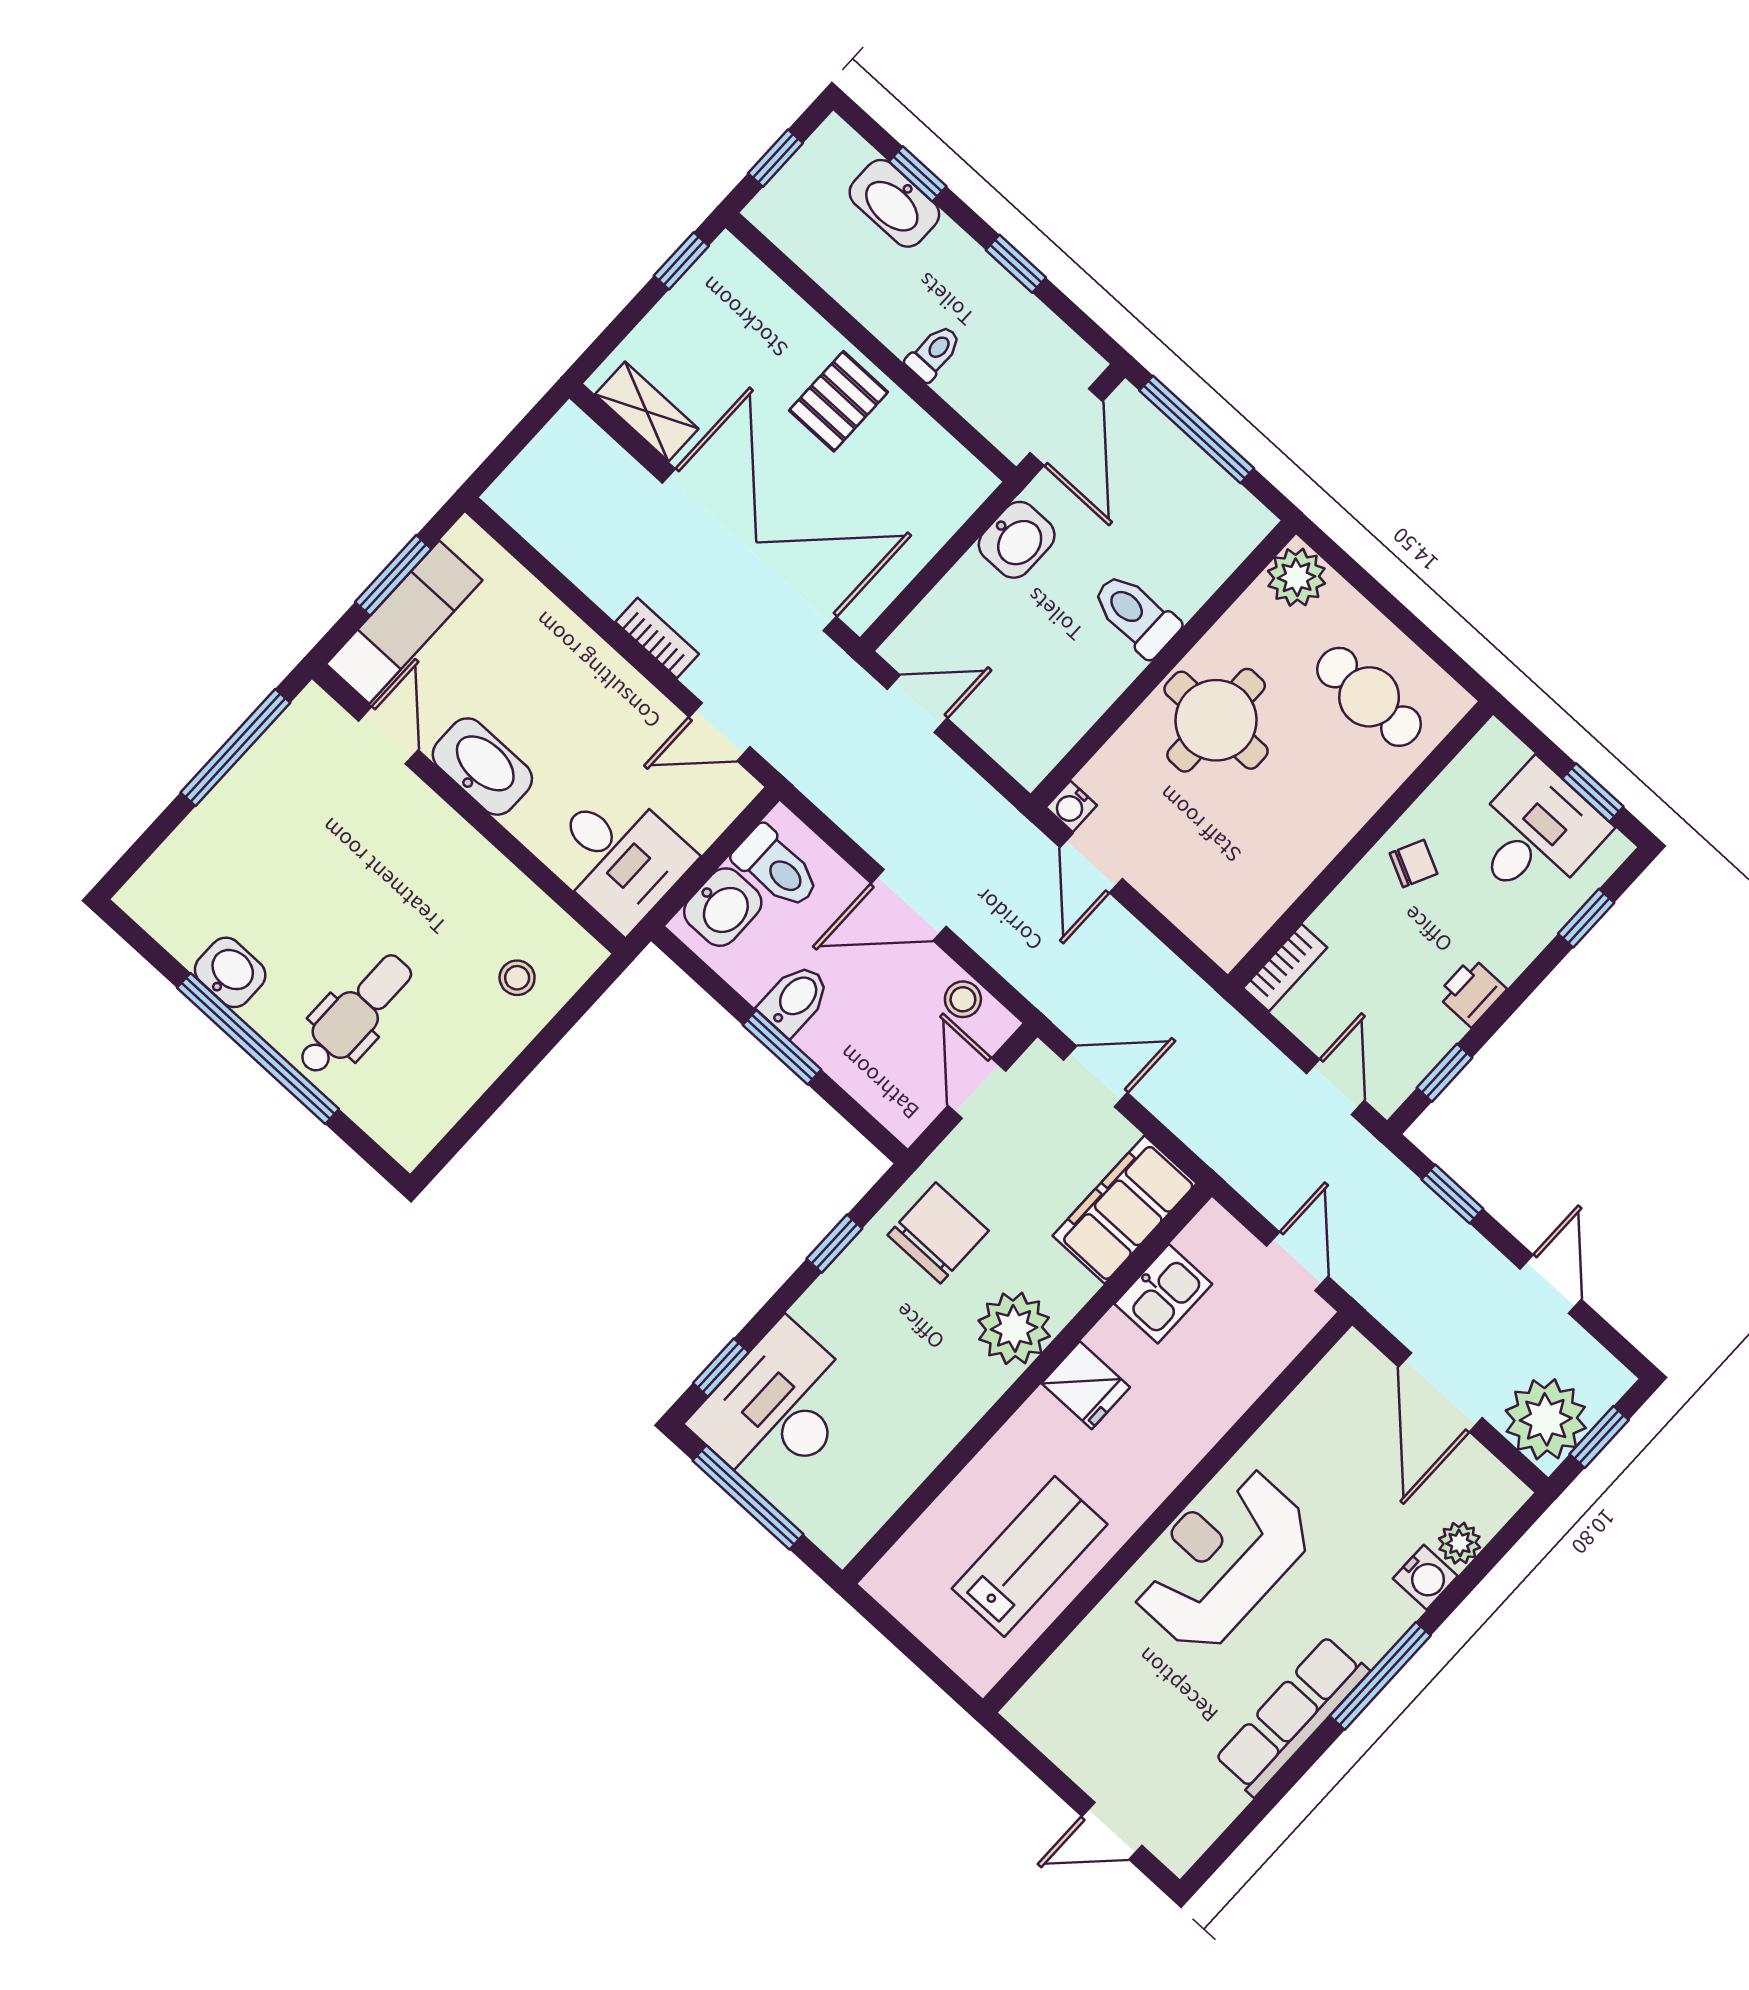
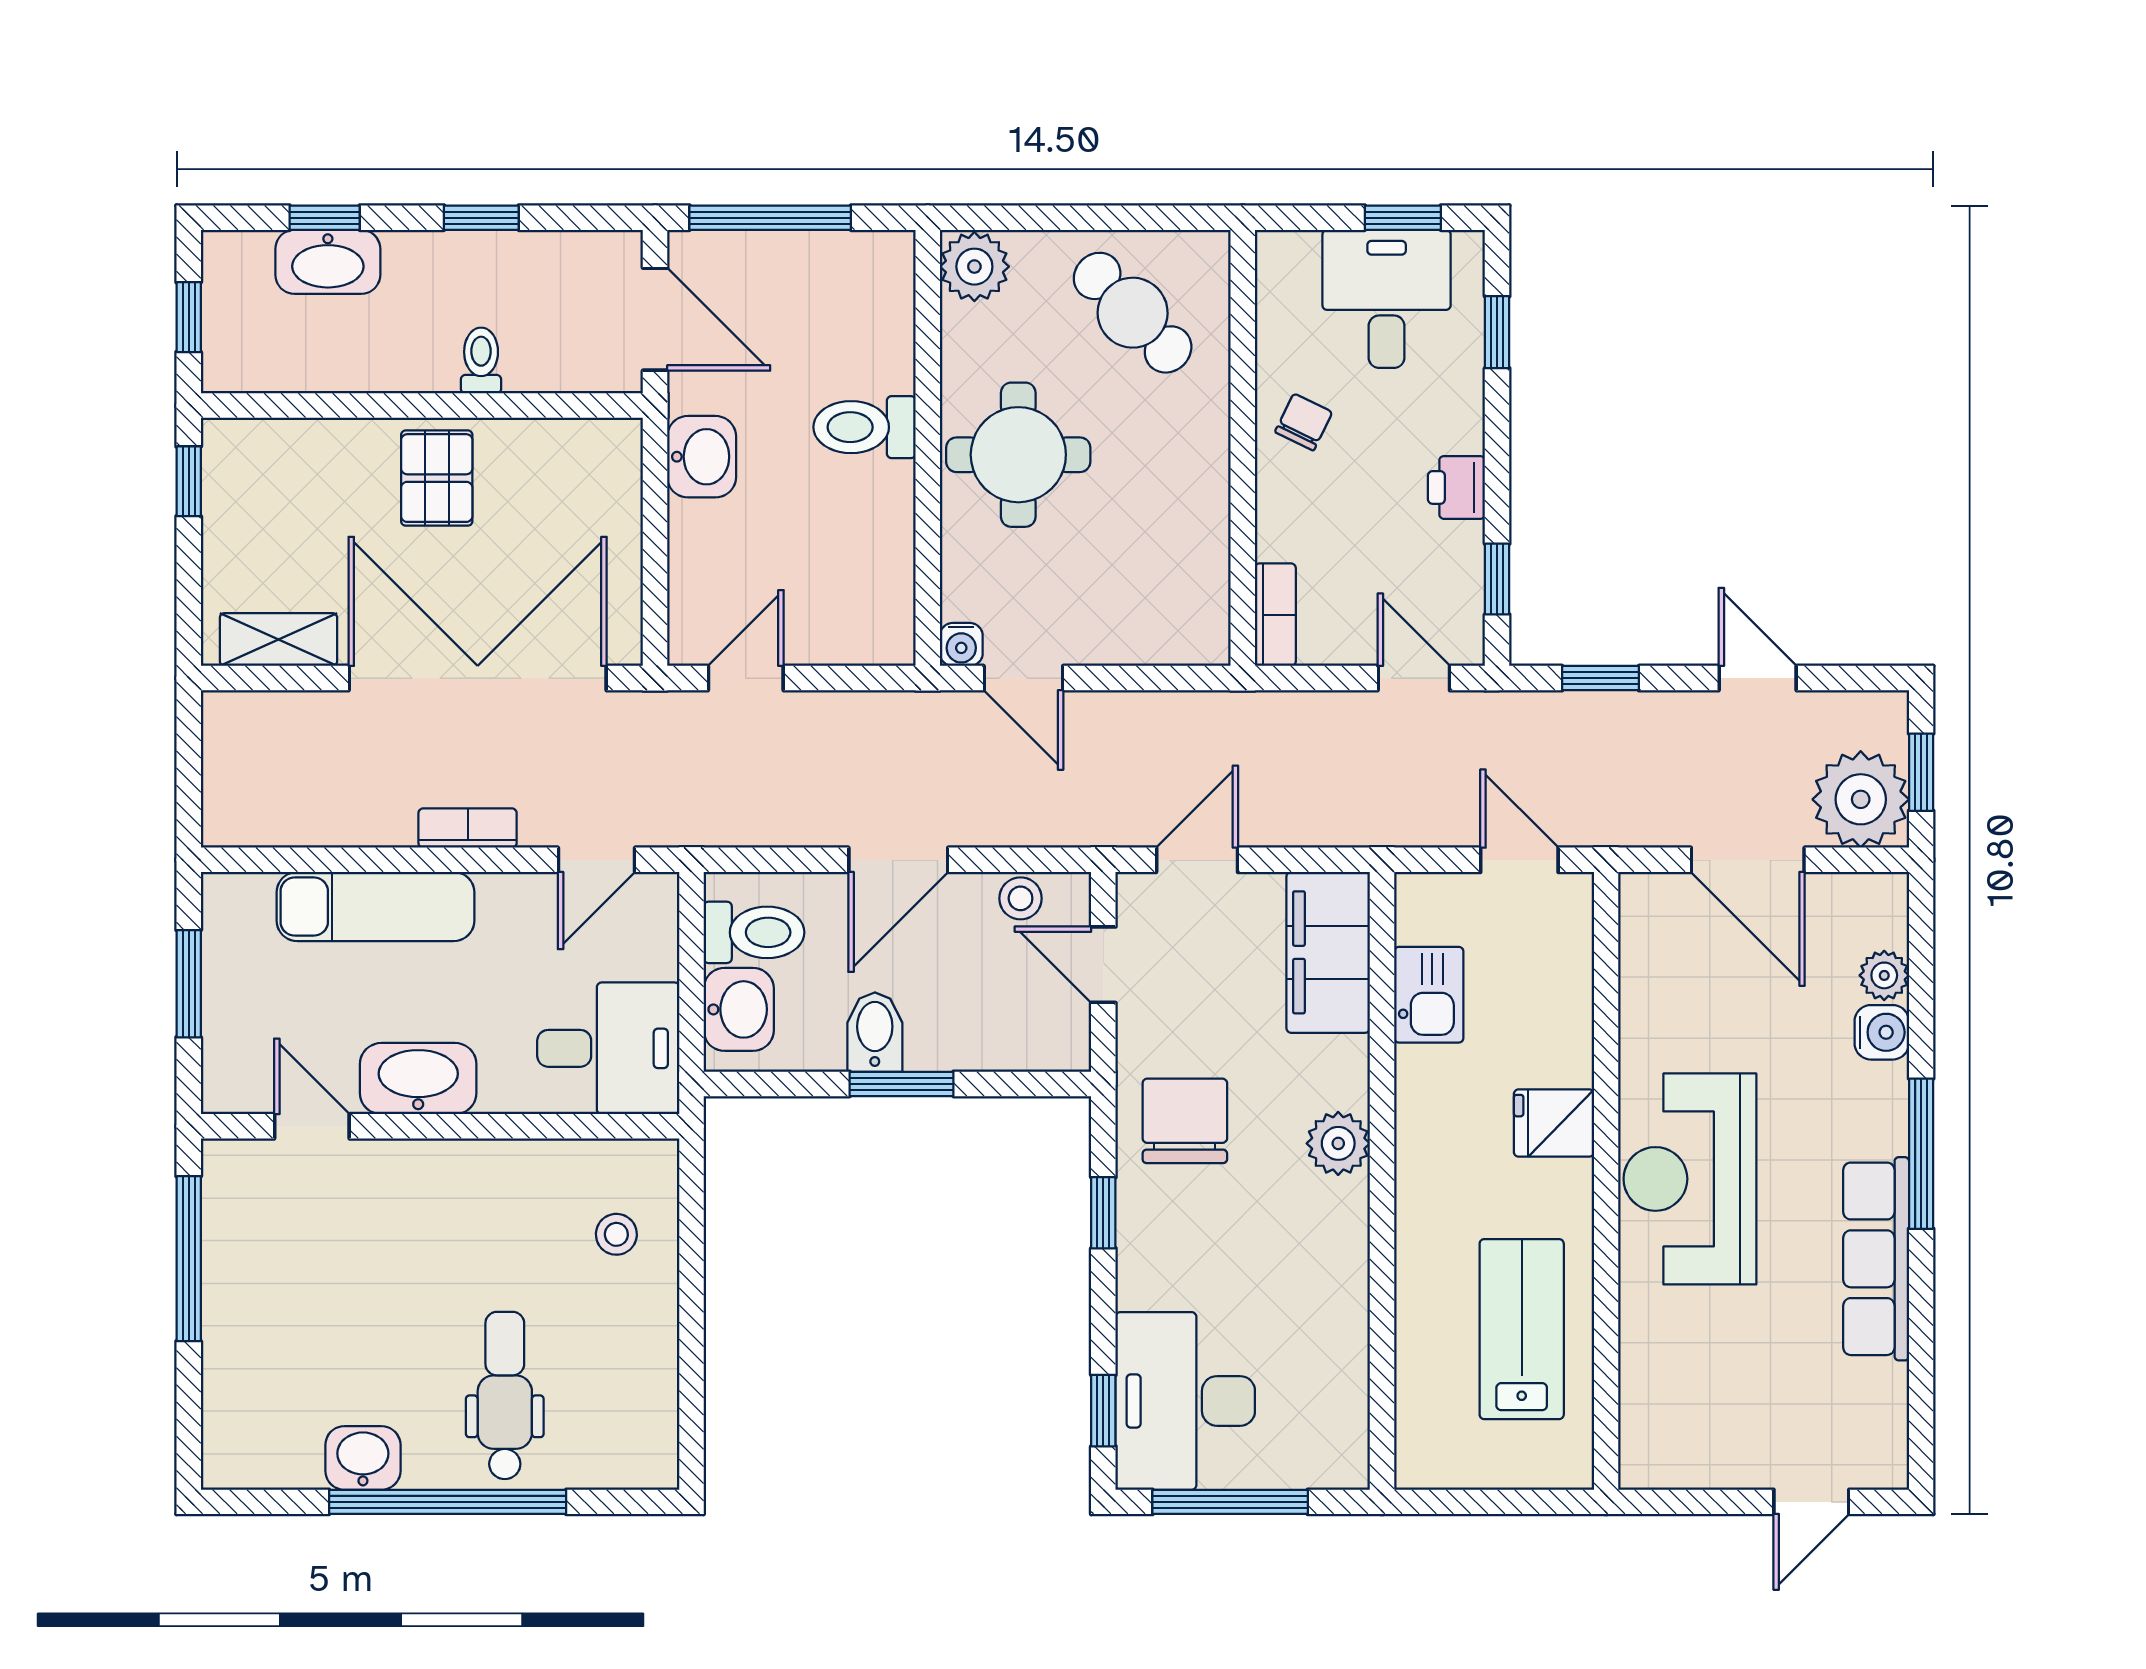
exam couch: (404, 622) -> (375, 907), moved, turned 90
cafe table: (1369, 697) -> (1133, 313), turned 46
plant: (1014, 1328) -> (1338, 1143), width x0.73, depth x0.73
fridge: (1086, 1385) -> (1554, 1123), moved, turned 180

